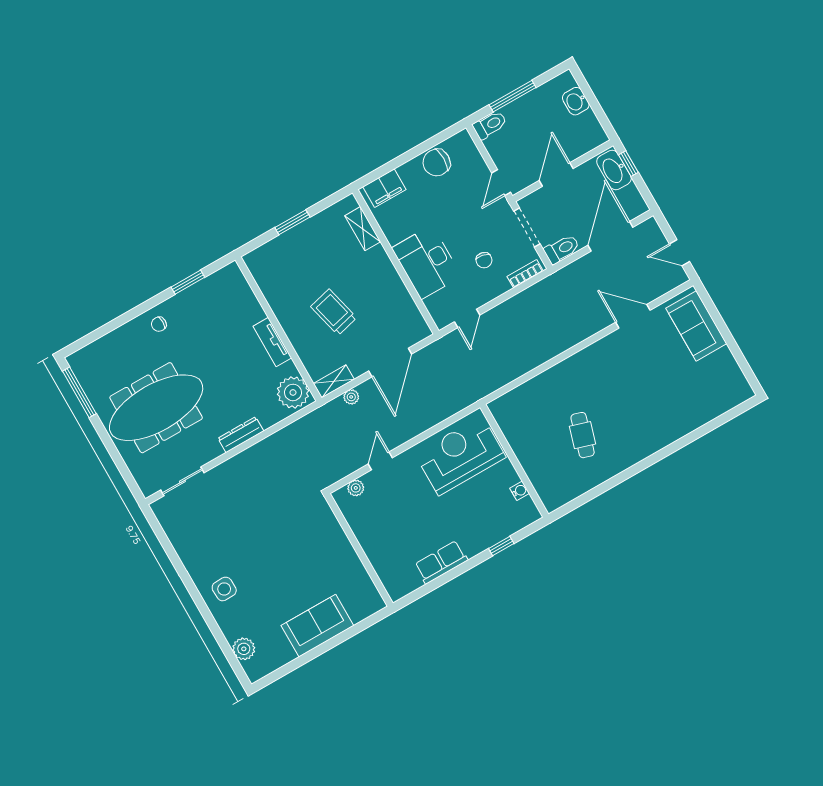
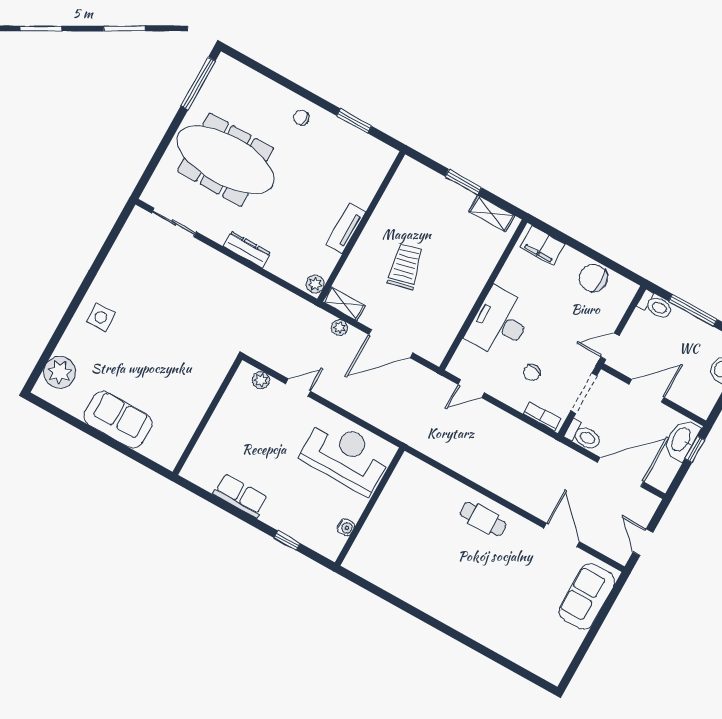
shelving: (363, 229) -> (492, 214), moved, turned 90
plant: (293, 392) -> (315, 284), width x0.53, depth x0.53
cafe table: (583, 435) -> (483, 519), moved, turned 73
plant: (244, 649) -> (60, 372), width x1.36, depth x1.36

